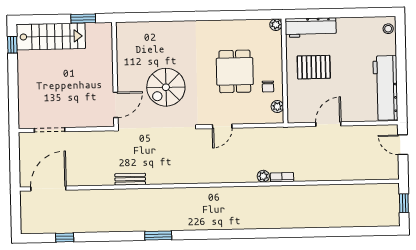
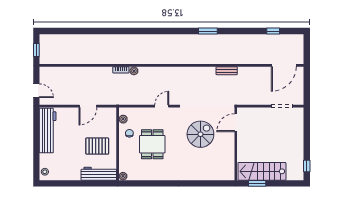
stairs: (51, 36) -> (262, 171), moved

